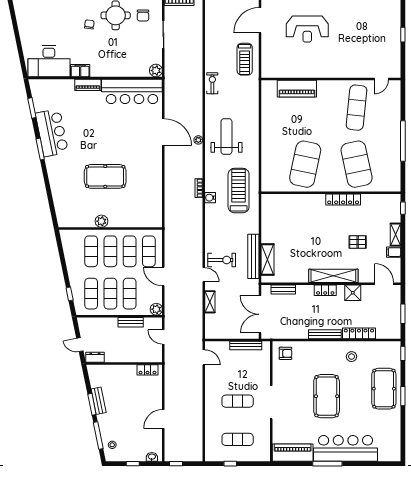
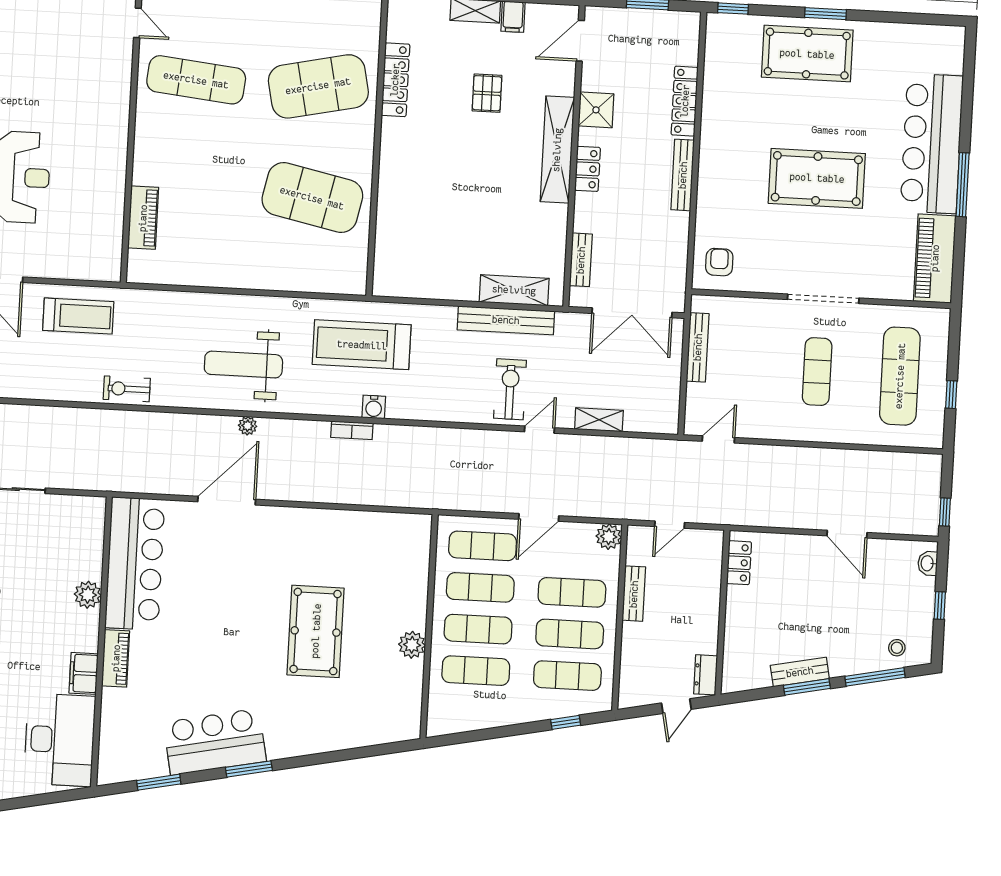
plant: (156, 71) -> (88, 595), moved
piano: (297, 89) -> (143, 218), width x0.73, depth x0.75
locker: (343, 200) -> (395, 80), moved
stool: (352, 357) -> (734, 120), removed
exercise mat: (238, 439) -> (900, 376), width x1.36, depth x1.45

